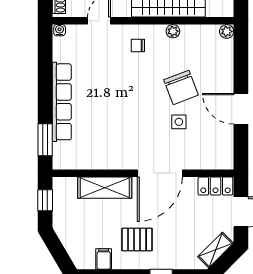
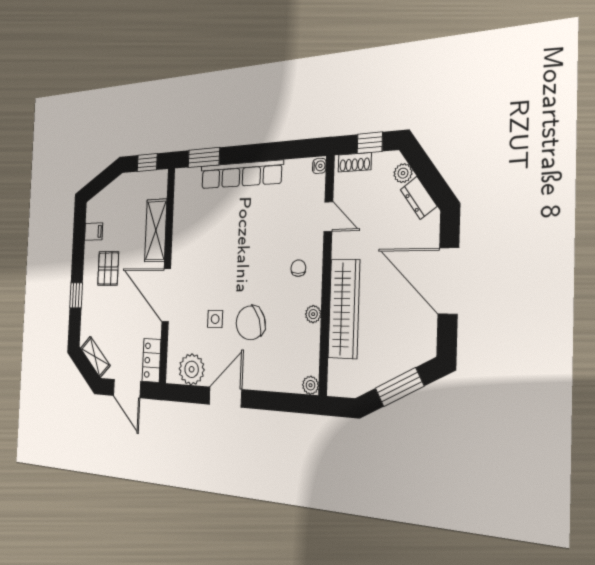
plant: (221, 143) -> (192, 369), added

